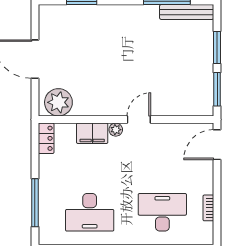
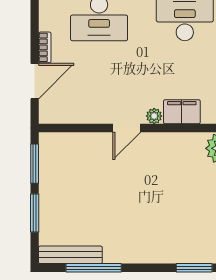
door: (217, 145) -> (35, 81), moved
bookcase: (208, 208) -> (45, 47), moved

